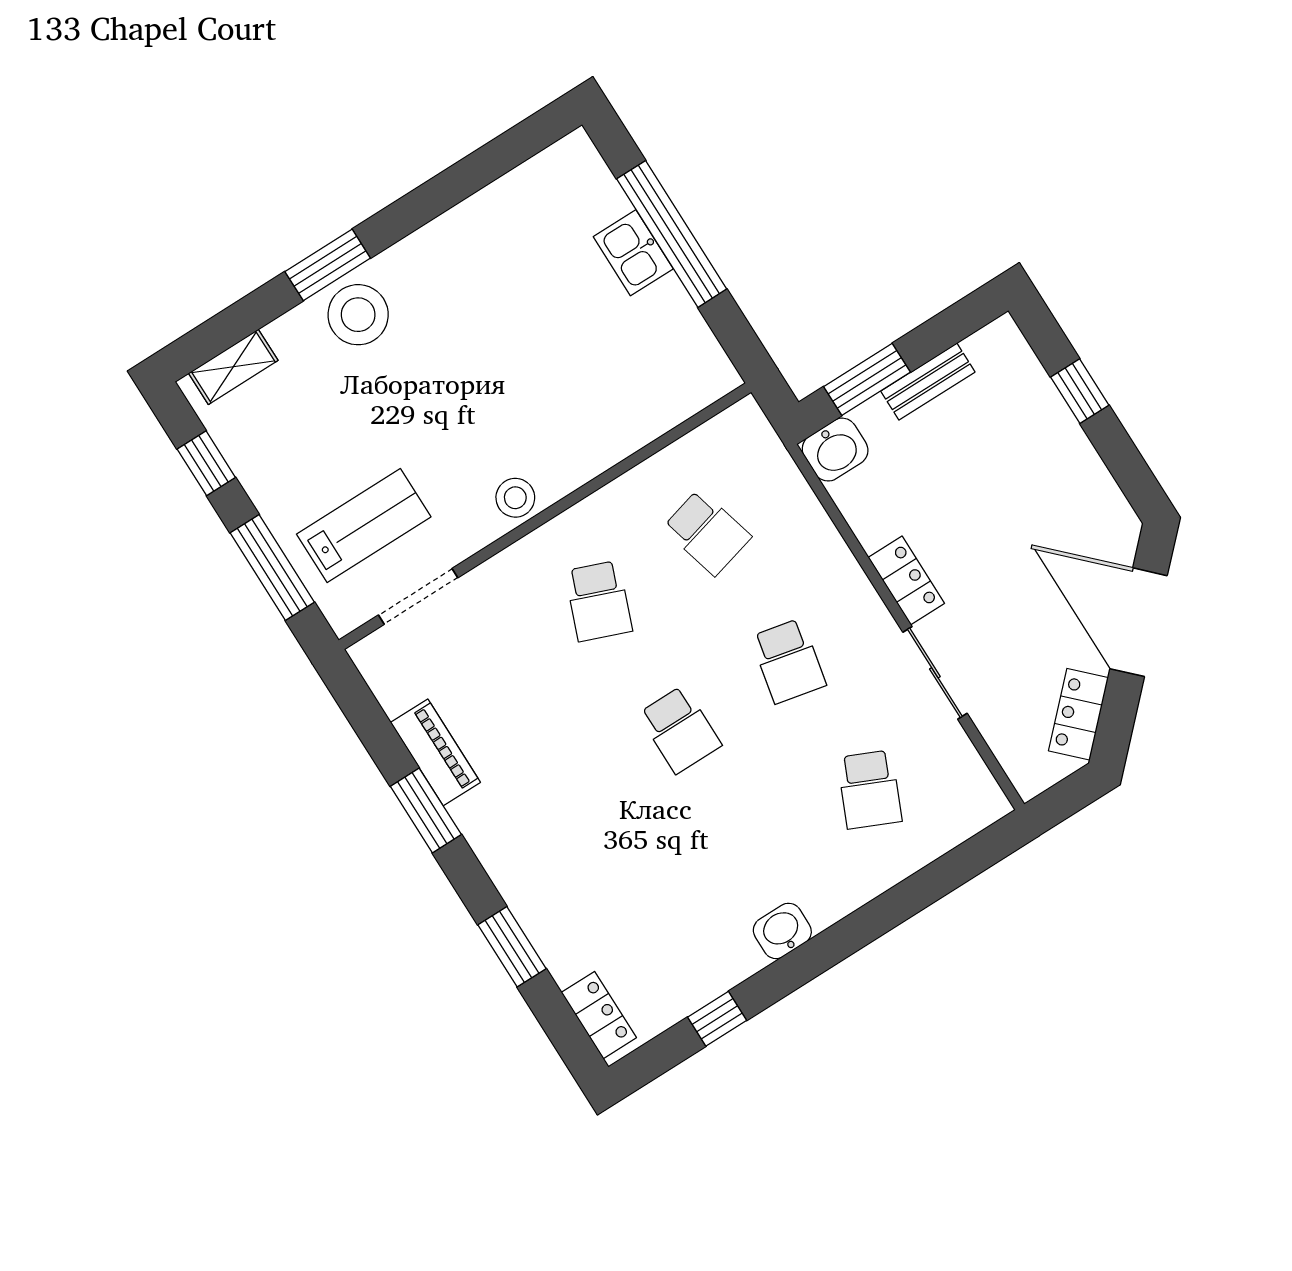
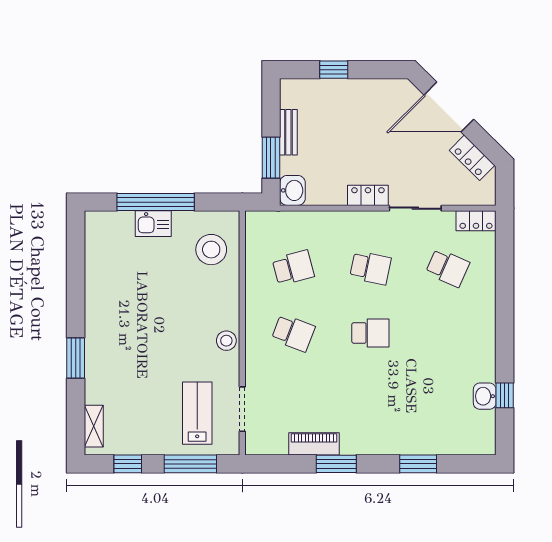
stool: (358, 315) -> (211, 250), moved
washbasin: (782, 931) -> (485, 396), moved
locker: (599, 1015) -> (476, 221), moved, turned 180

